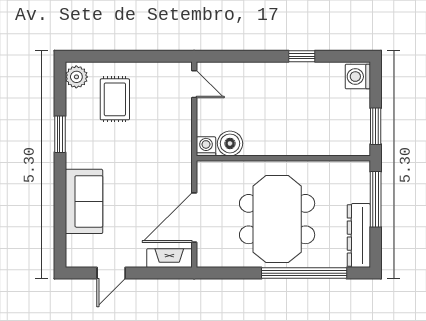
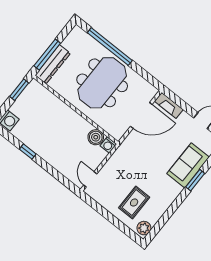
window: (60, 134) -> (195, 180), moved
dresser: (359, 236) -> (53, 64), moved

